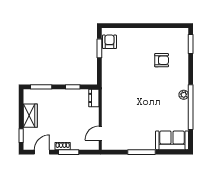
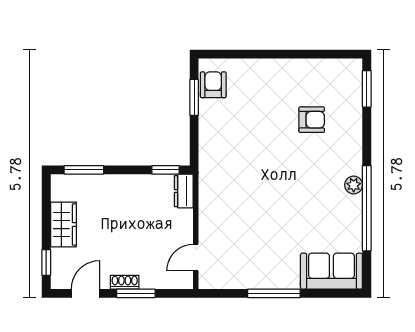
window: (73, 87) -> (165, 170), moved

